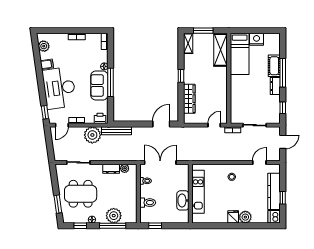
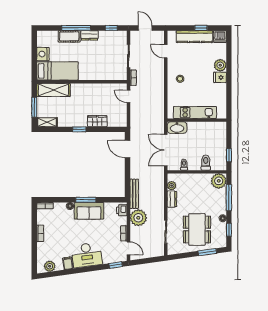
window: (110, 82) -> (86, 200), width x0.69
desk: (59, 88) -> (87, 255), width x0.73, depth x0.77
wardrobe: (189, 99) -> (97, 121), width x0.67
washbasin: (183, 200) -> (177, 128), moved
plant: (114, 216) -> (219, 181), moved

